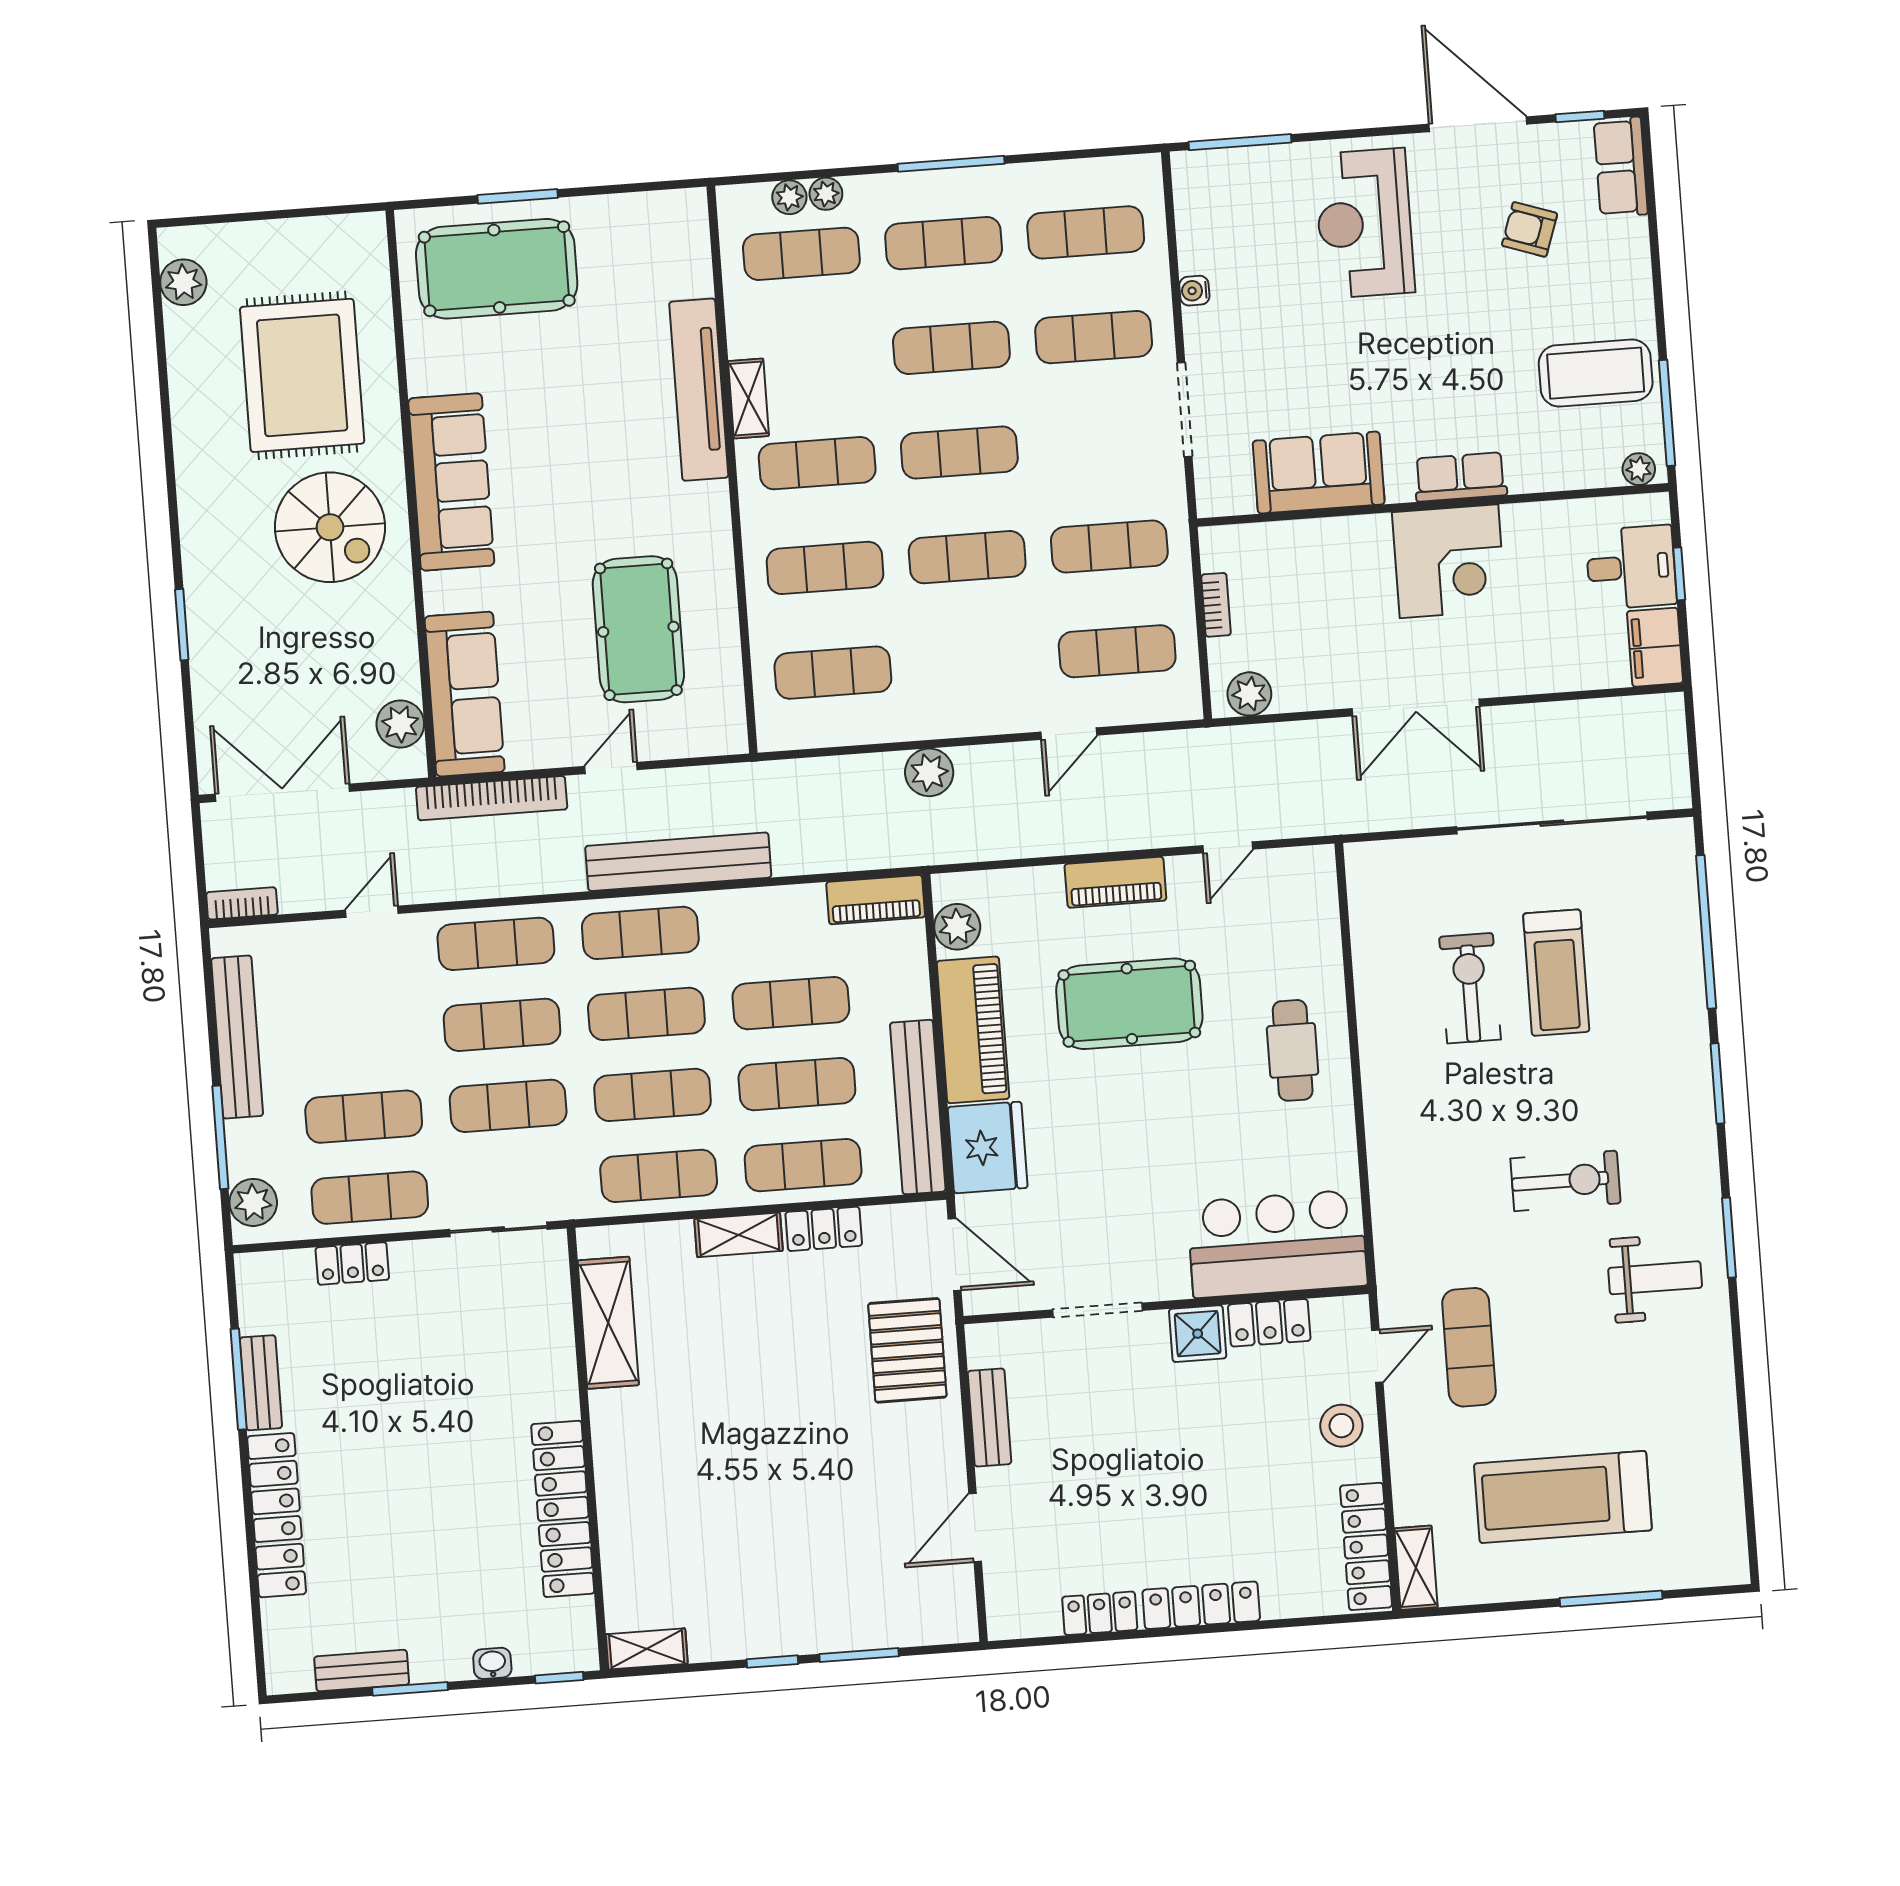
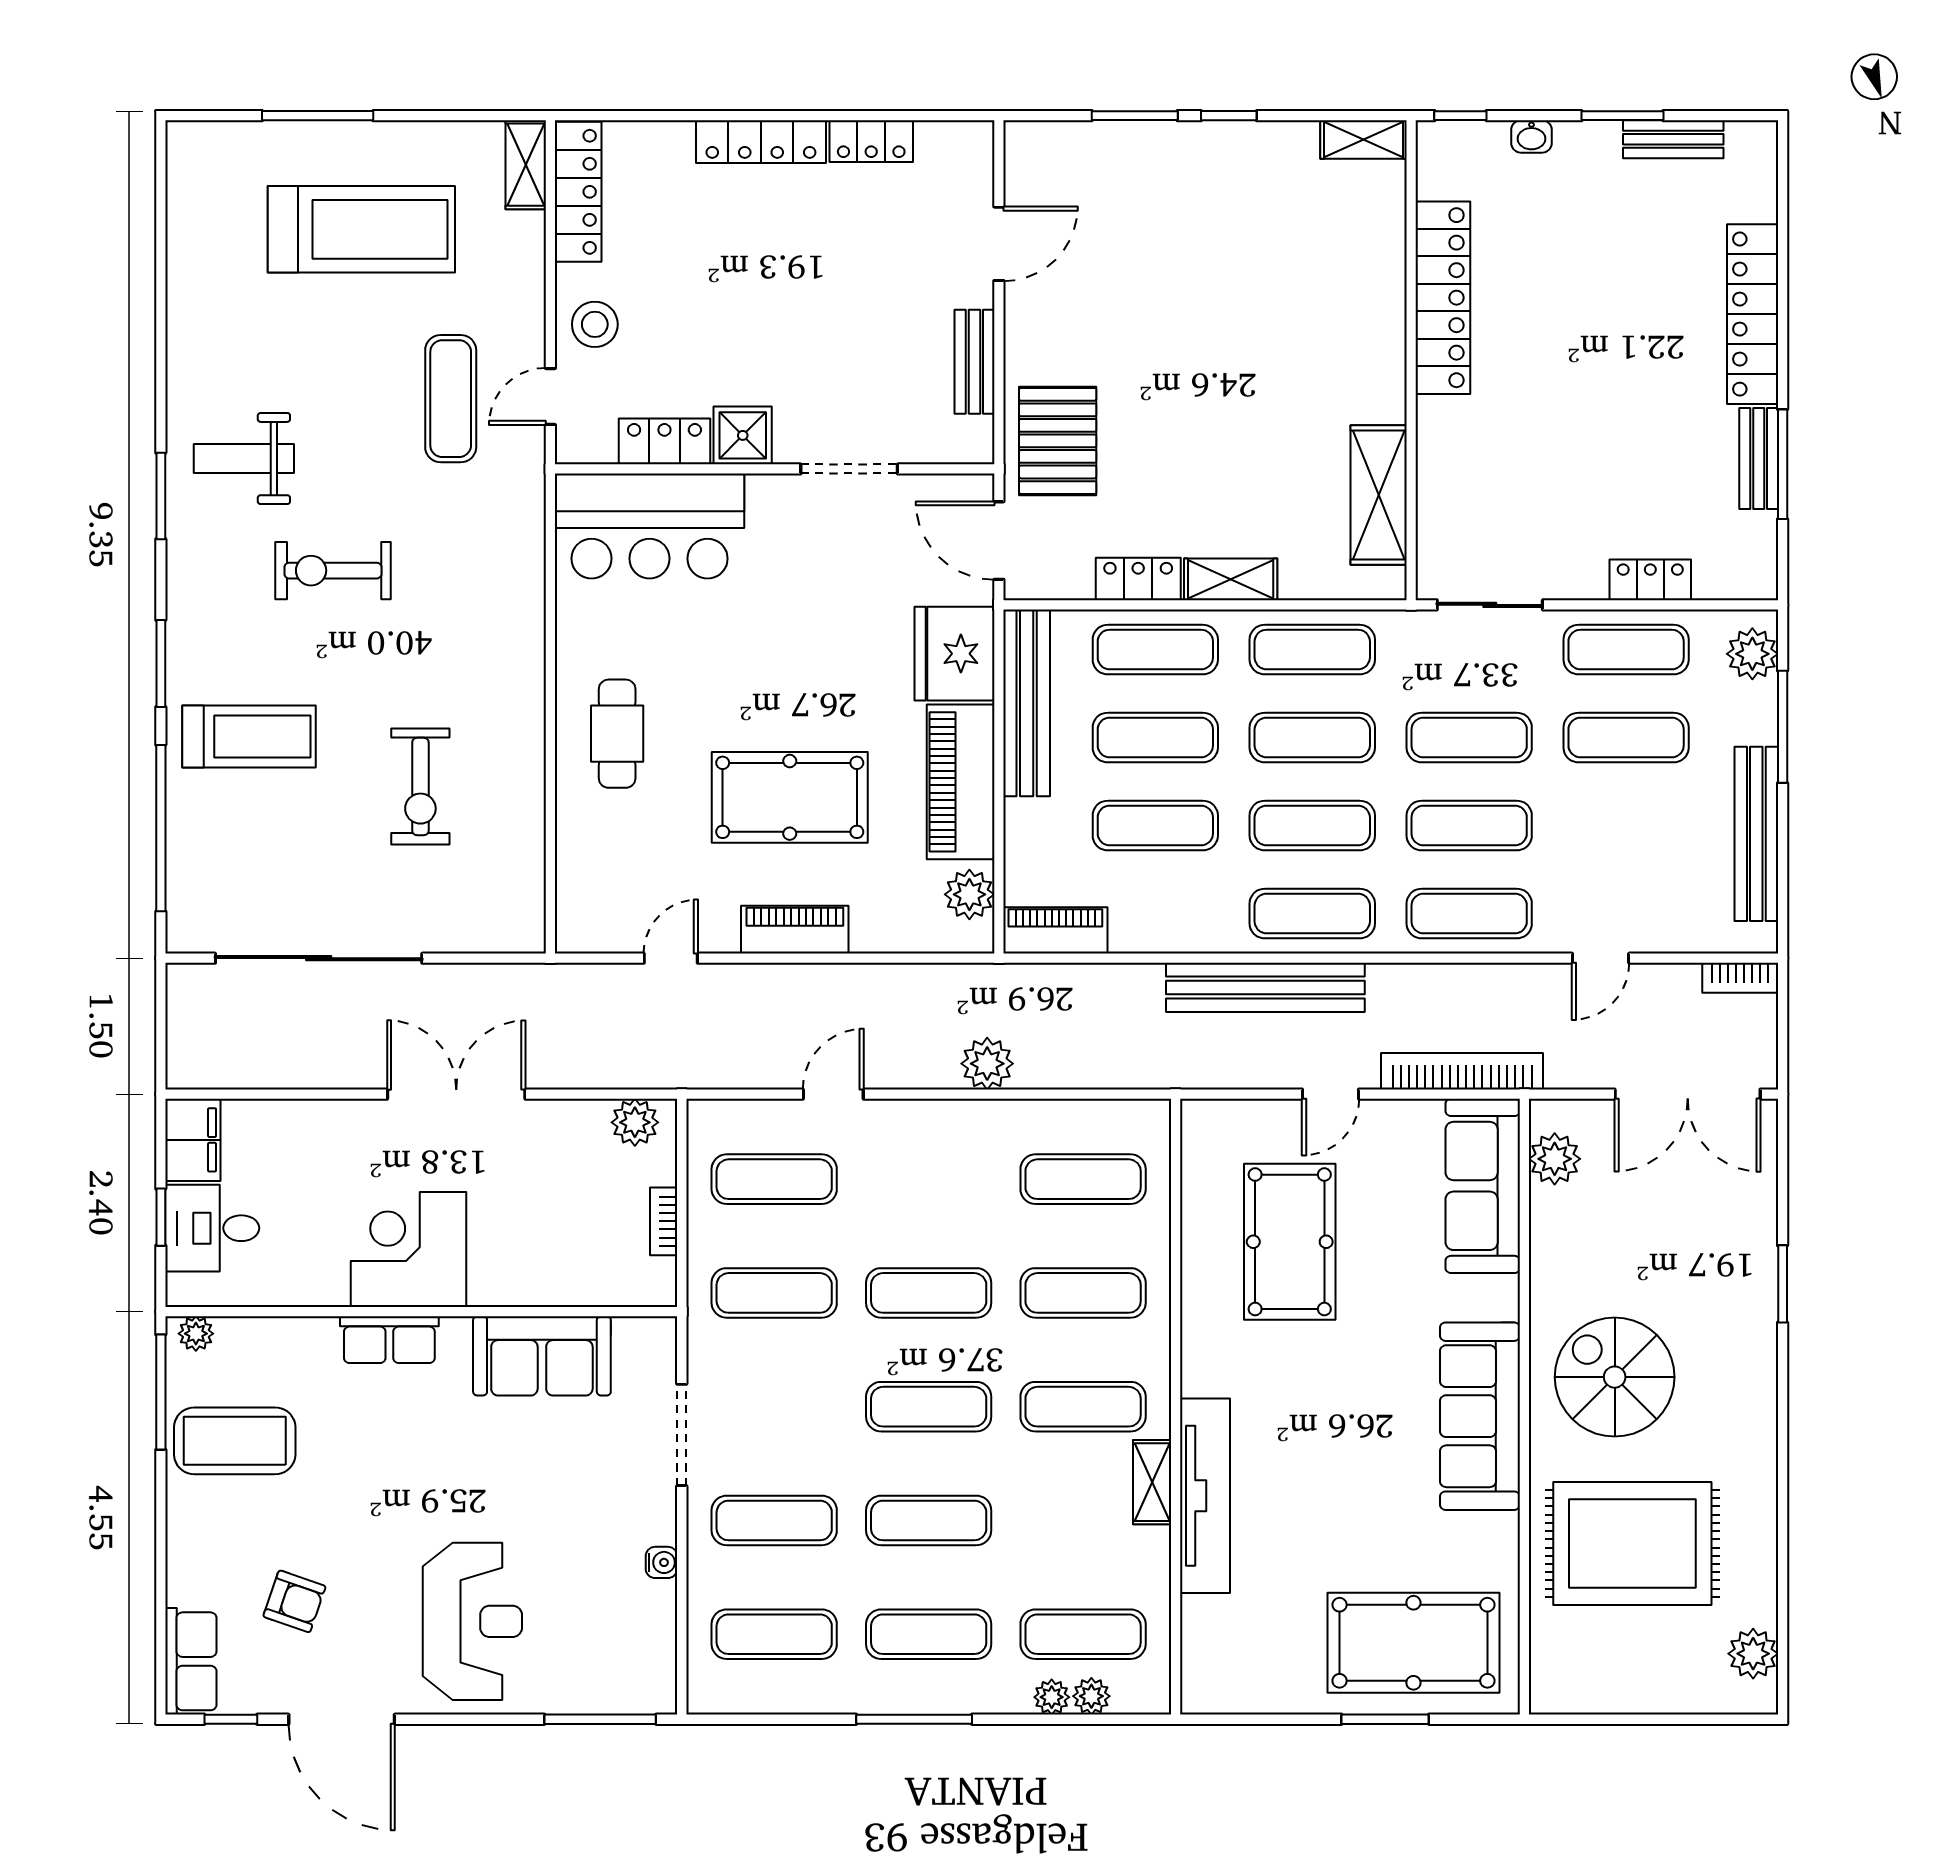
rug: (302, 375) -> (1632, 1543), turned 90
treadmill: (1556, 973) -> (249, 737), moved, turned 90

